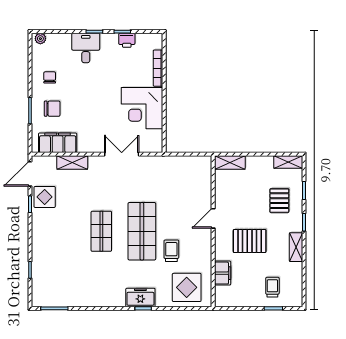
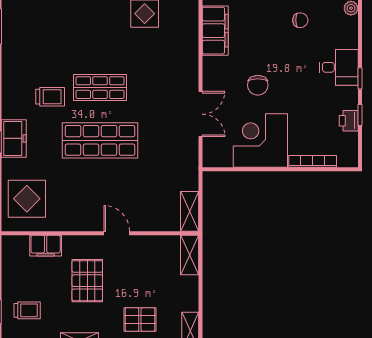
chair: (52, 109) -> (258, 85), moved
shelving: (72, 162) -> (190, 211), moved
trolley: (171, 251) -> (50, 97), moved

